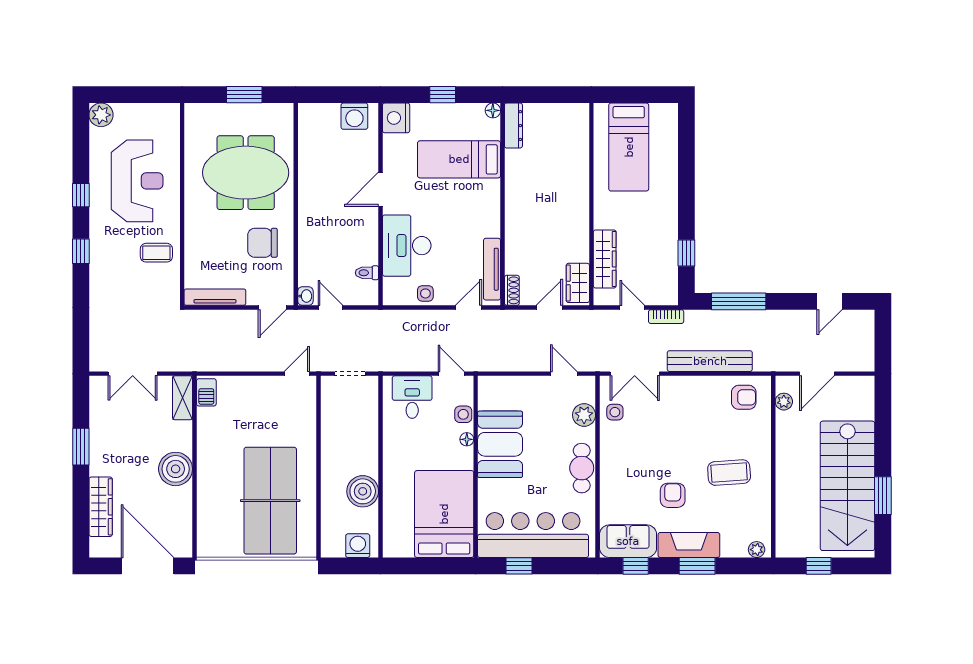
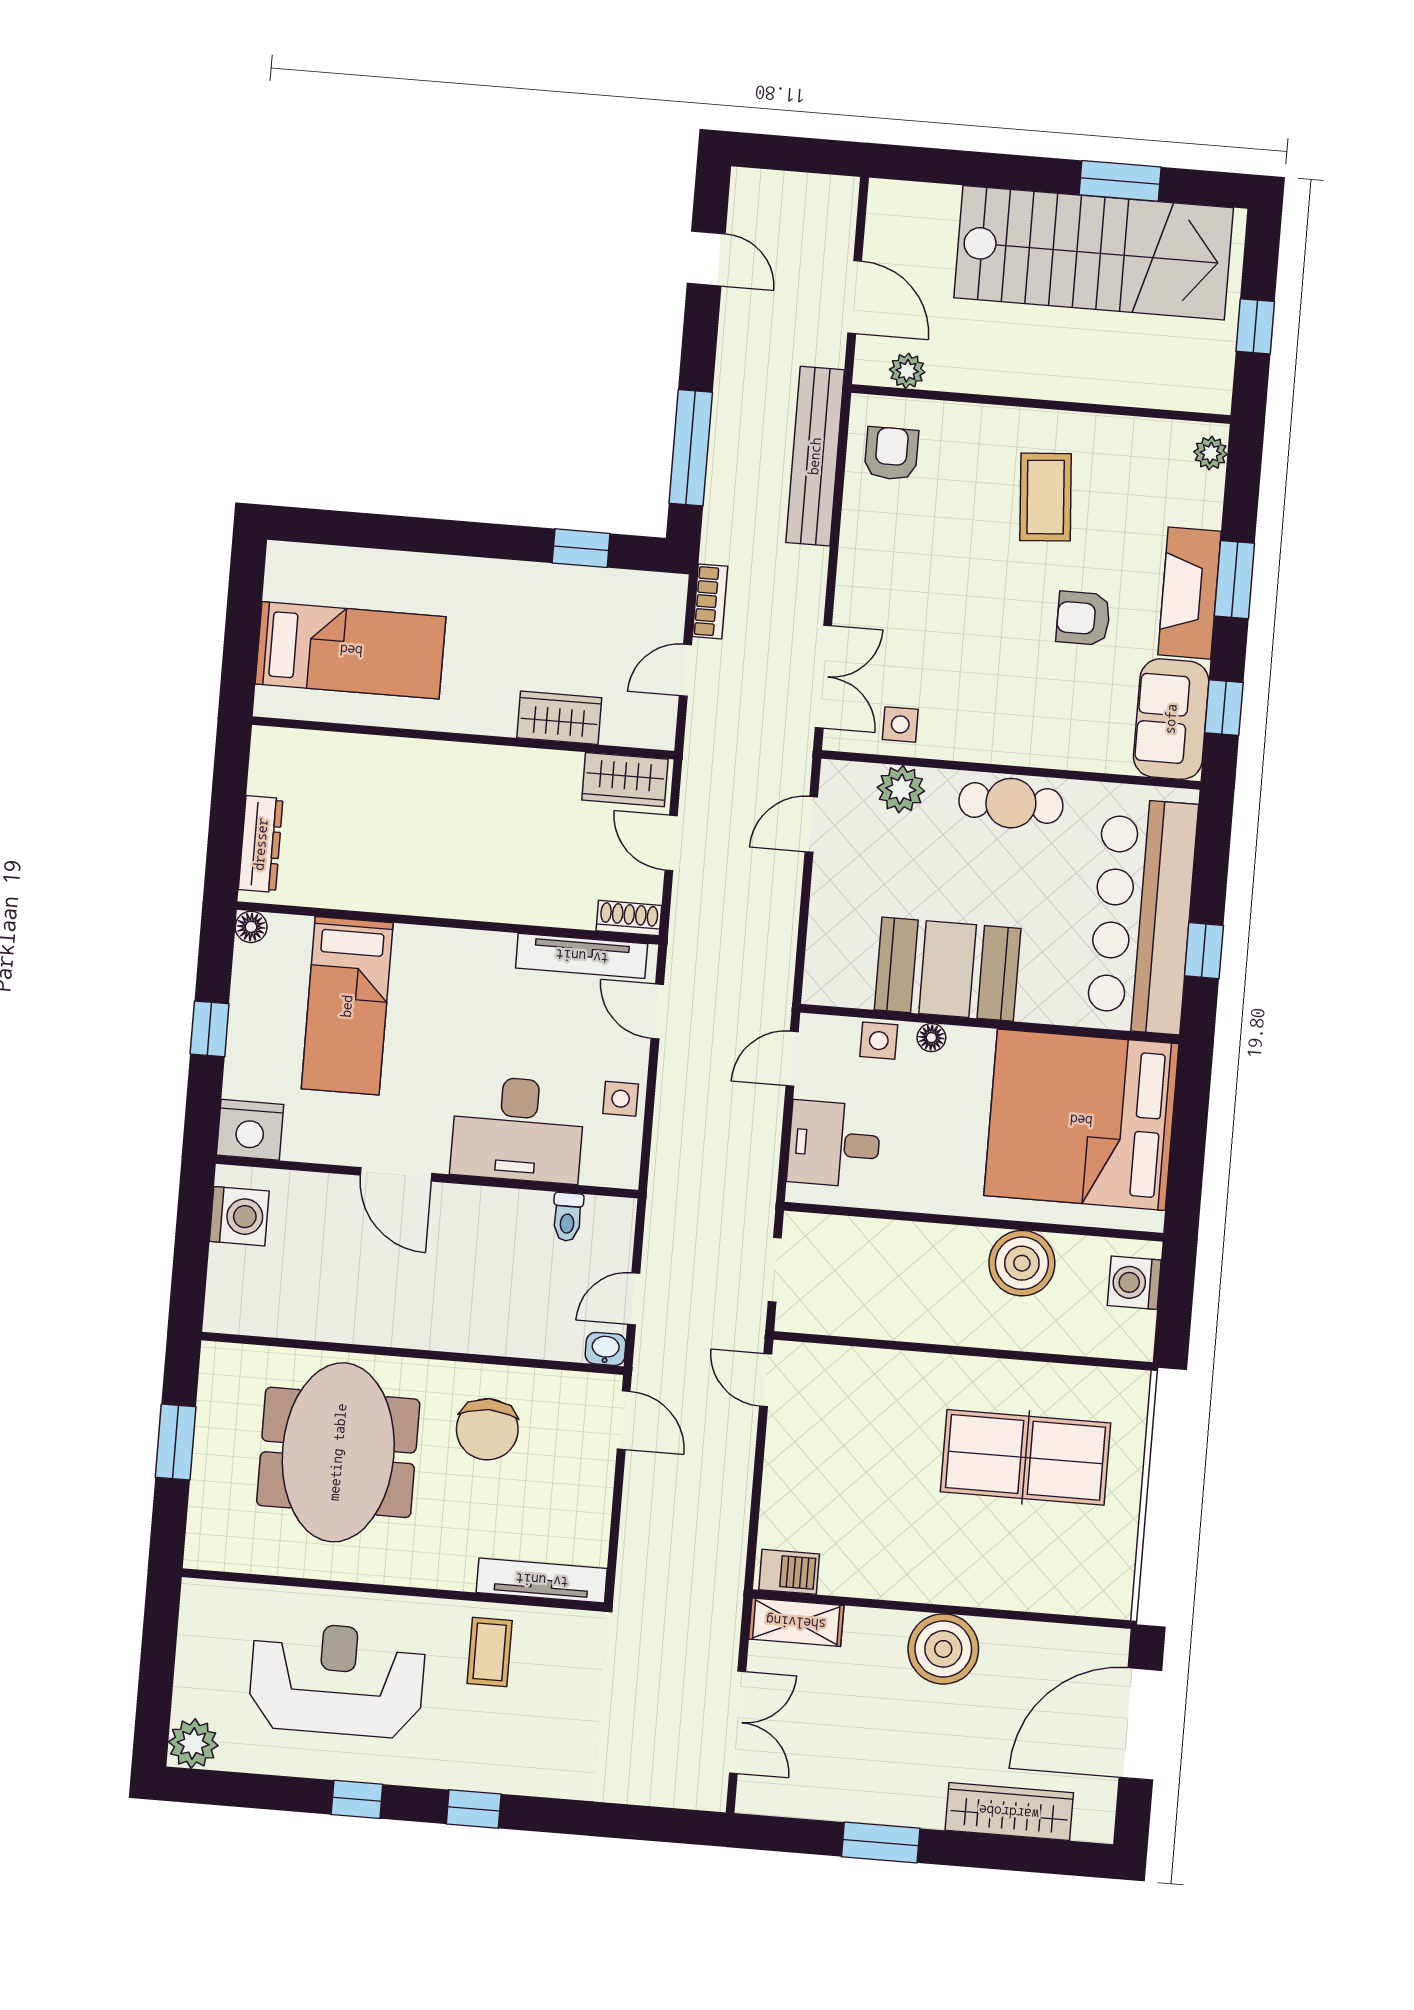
dresser: (513, 126) -> (261, 844), moved, turned 90
wardrobe: (605, 259) -> (559, 718), width x0.67
tv unit: (215, 297) -> (542, 1580), moved, turned 90
bench: (710, 361) -> (815, 456), moved
table tennis table: (270, 501) -> (1025, 1457), width x0.73, depth x0.76
bed: (444, 514) -> (1081, 1120), width x1.36

